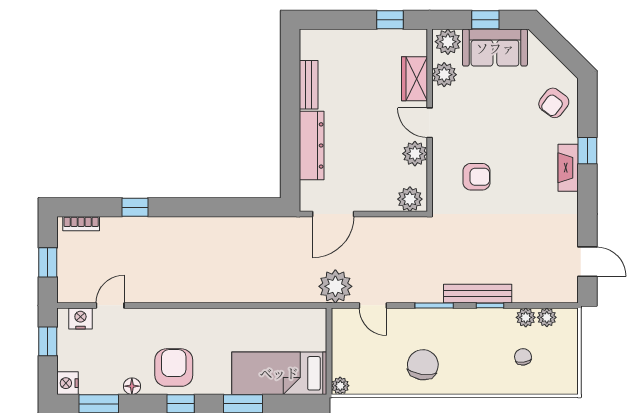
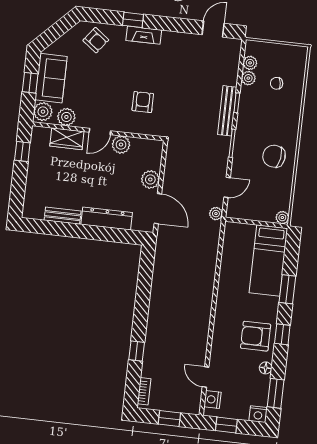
plant: (410, 199) -> (150, 179), moved
plant: (335, 286) -> (216, 214), width x0.53, depth x0.53

